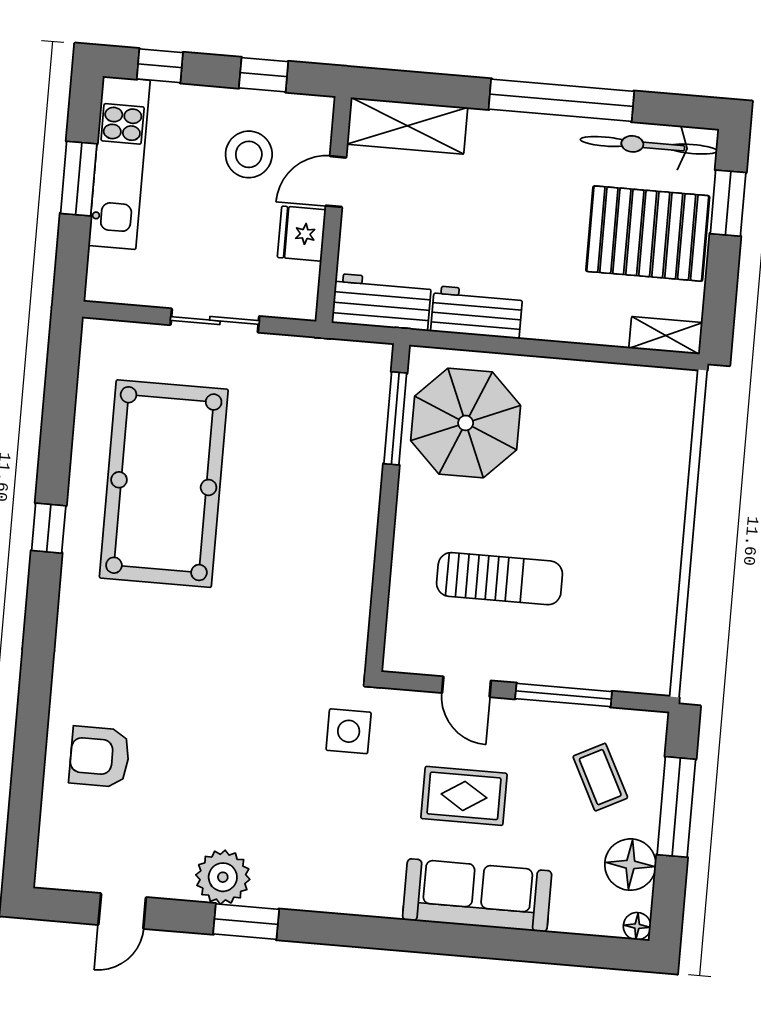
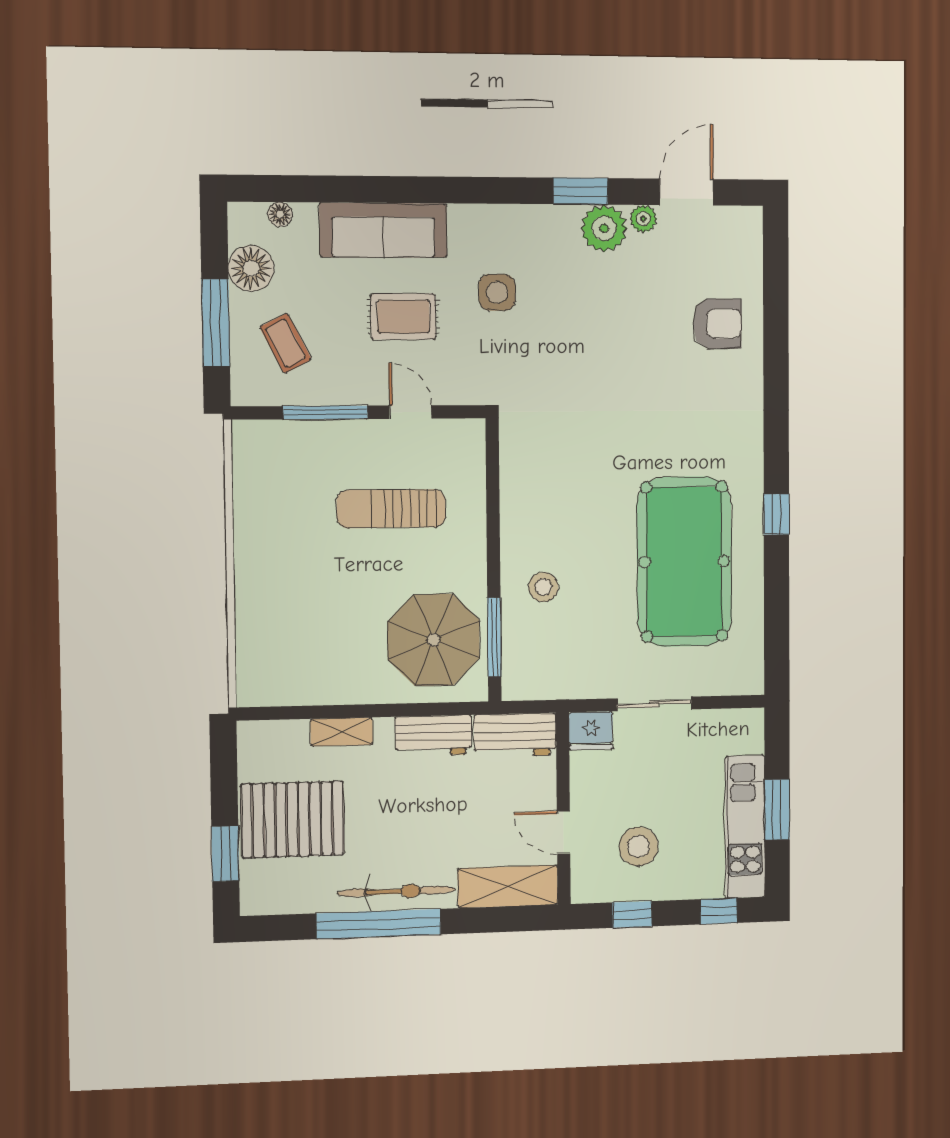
bicycle: (649, 145) -> (396, 891), moved
door: (336, 182) -> (564, 832), swing flipped
fridge: (302, 234) -> (591, 731), moved, turned 90
shelving: (666, 335) -> (342, 732), moved
stool: (333, 471) -> (543, 587), added
side table: (349, 731) -> (497, 292), moved
plant: (176, 885) -> (643, 219), added
door: (122, 911) -> (687, 192), width x1.38
floor lamp: (637, 926) -> (280, 214), moved

